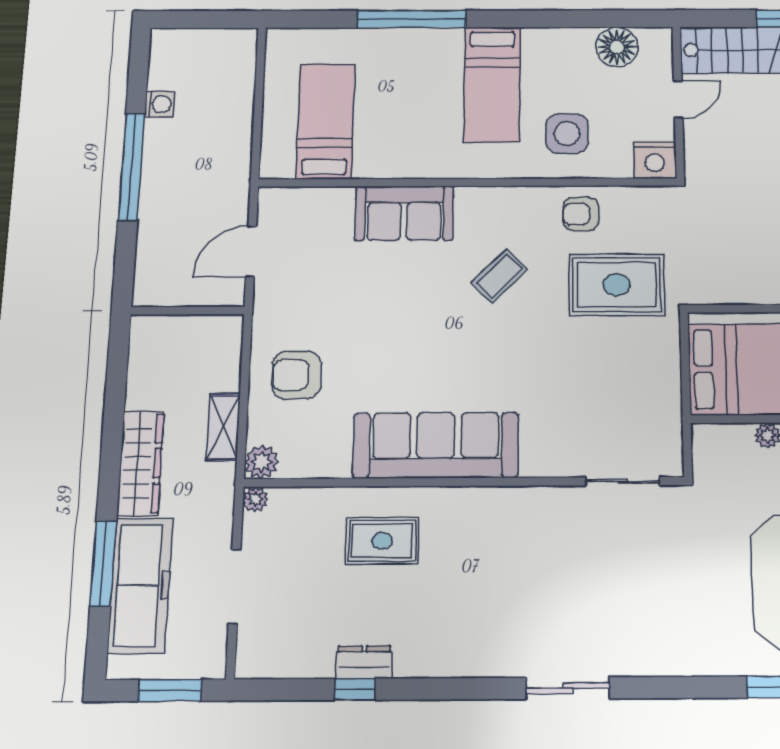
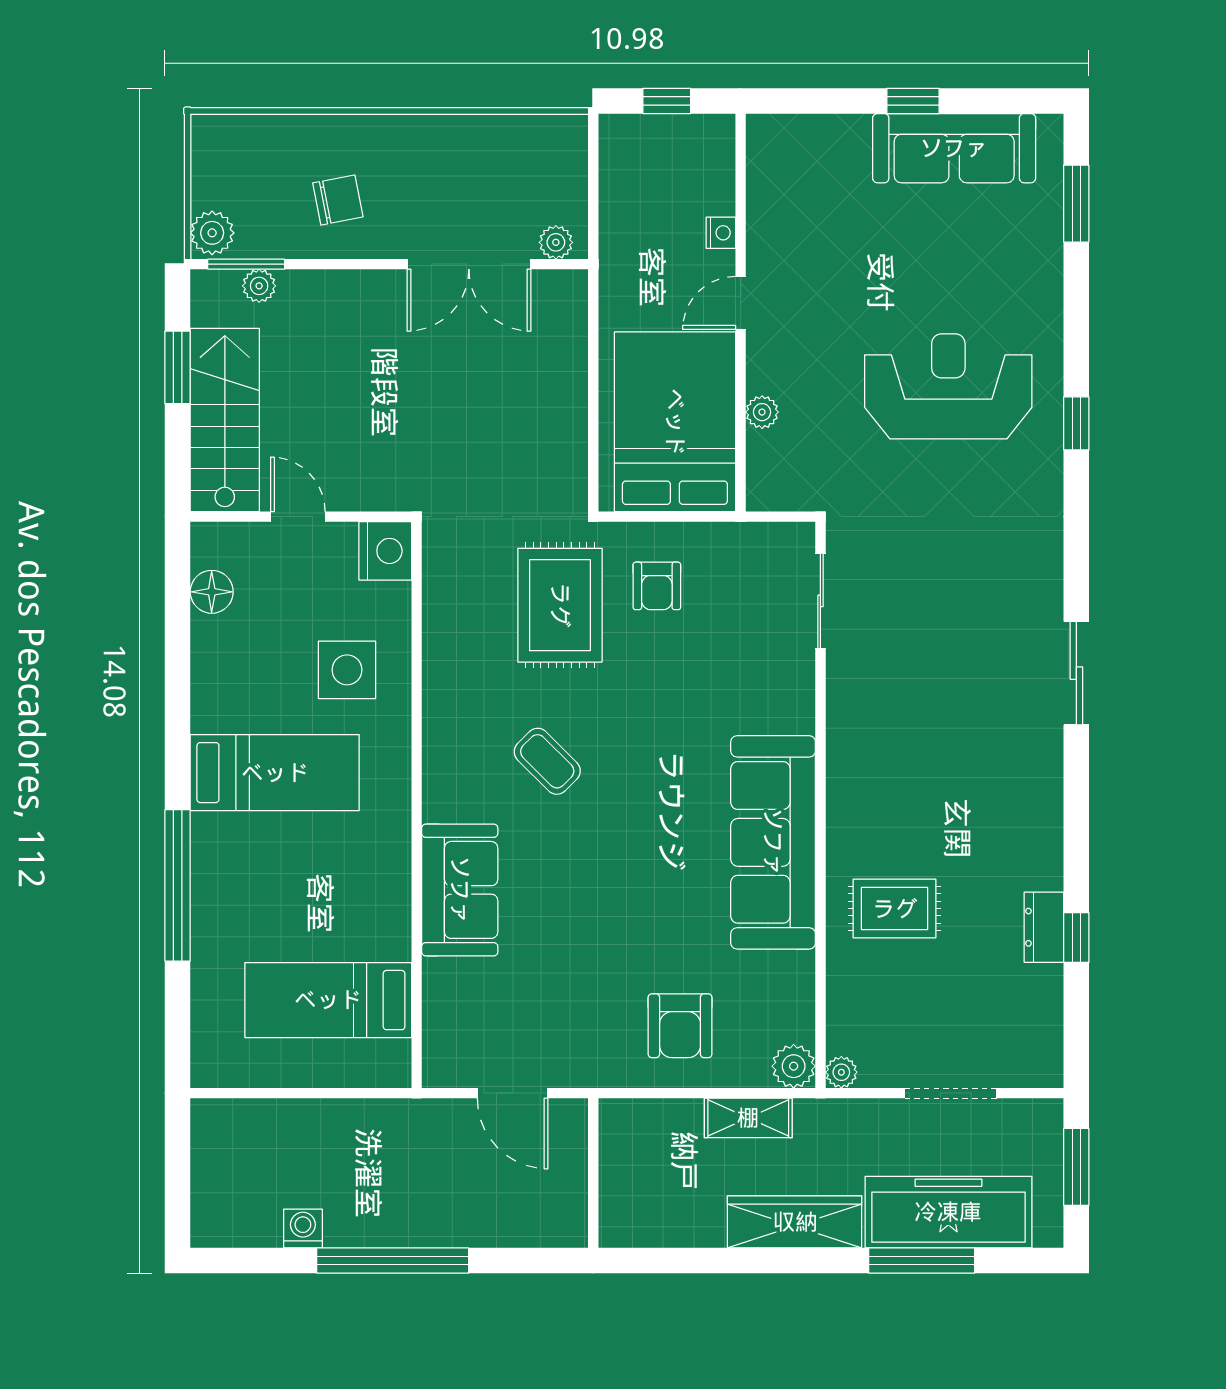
floor lamp: (617, 47) -> (212, 592), width x0.73, depth x0.73
armchair: (581, 214) -> (657, 586), moved
rug: (382, 541) -> (895, 909), turned 90

